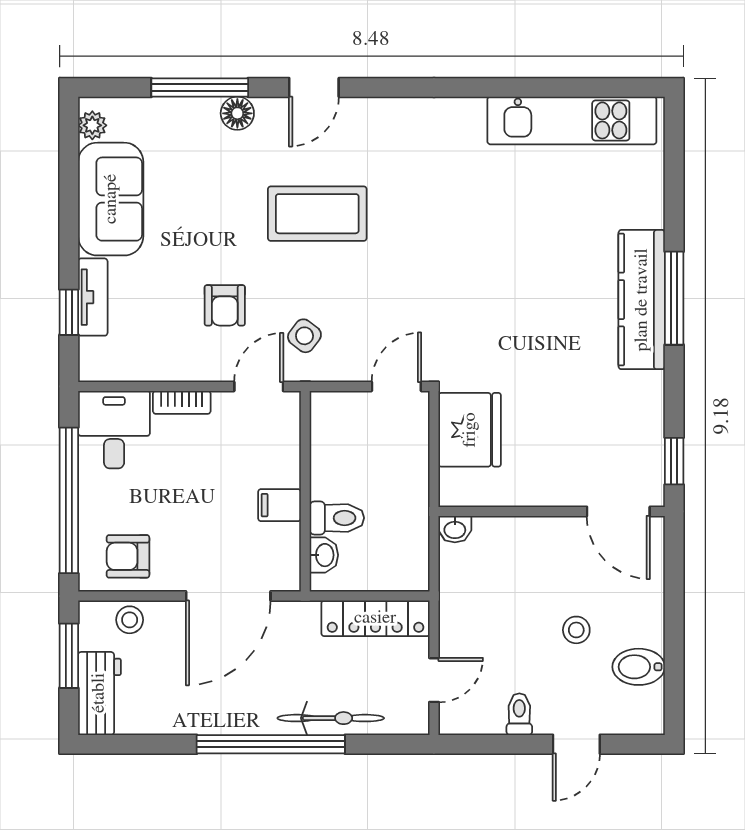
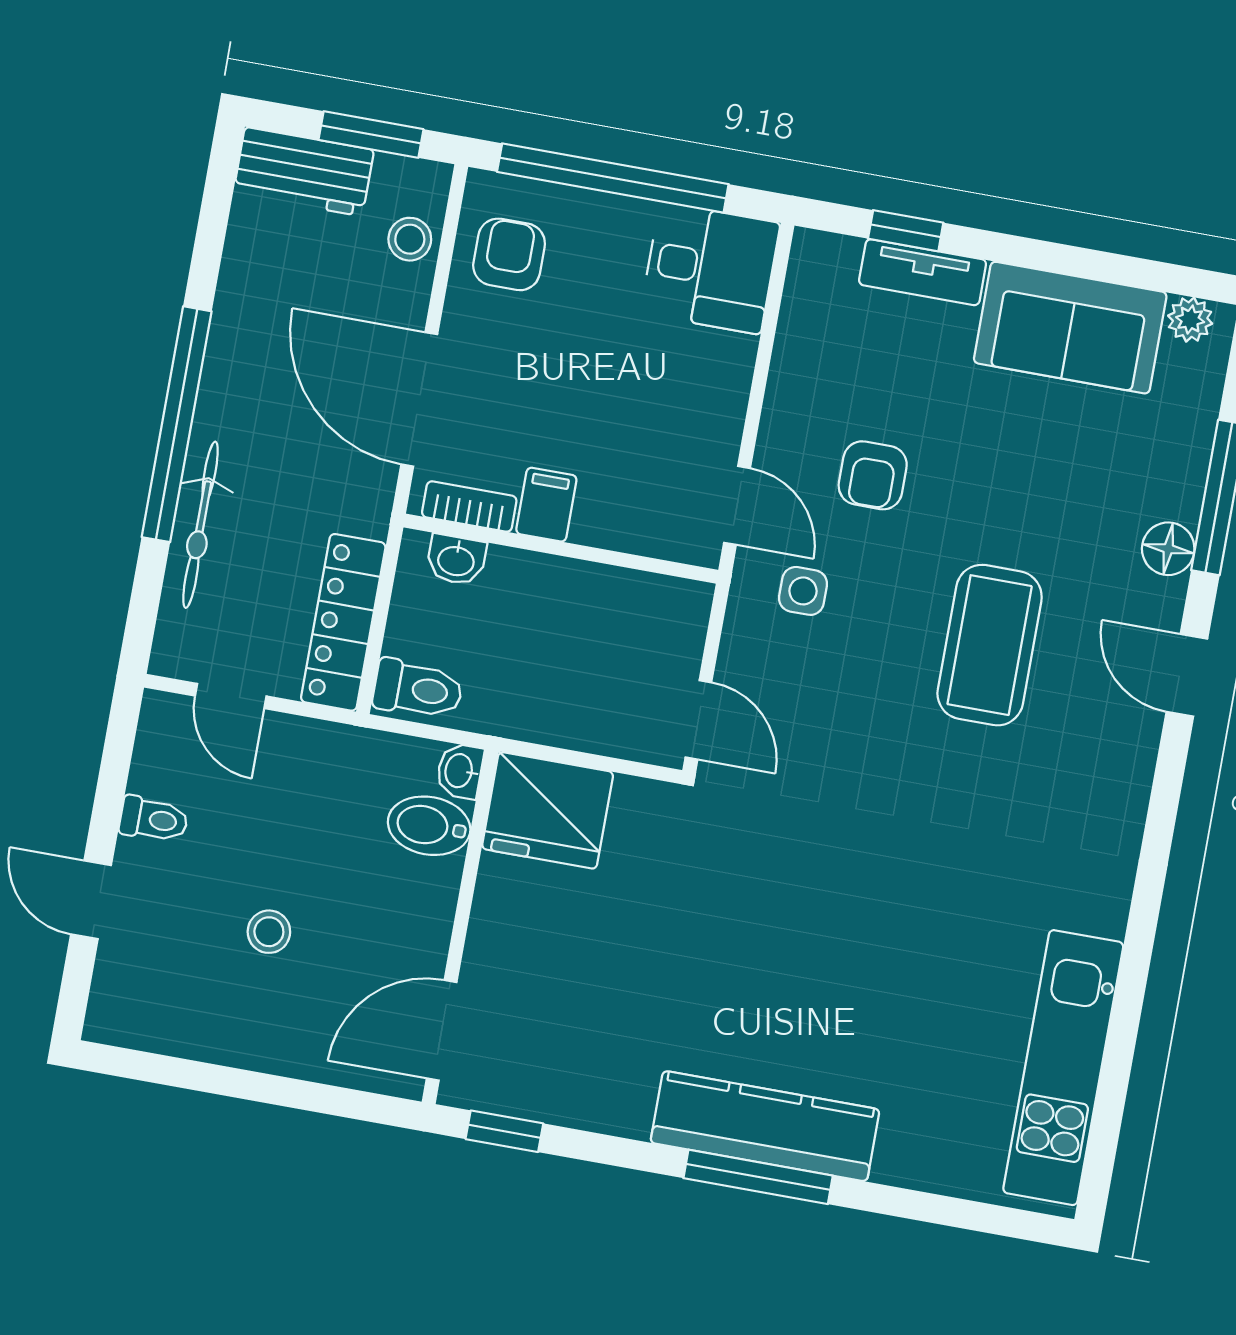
armchair: (225, 305) -> (873, 475), turned -90
side table: (304, 336) -> (803, 591), turned -37
bookcase: (182, 402) -> (469, 507), moved, turned 90
fridge: (470, 430) -> (548, 810), moved
toilet: (337, 518) -> (418, 689), moved, turned -90
bidet: (639, 667) -> (429, 826), moved, turned -90

